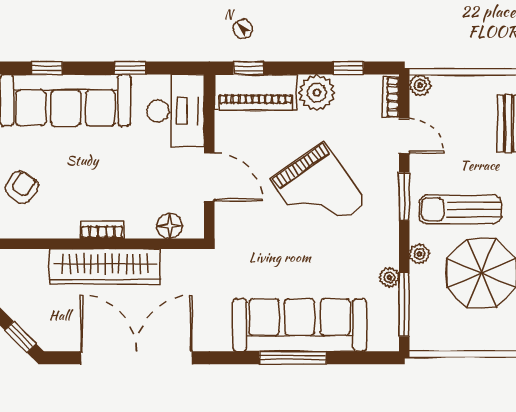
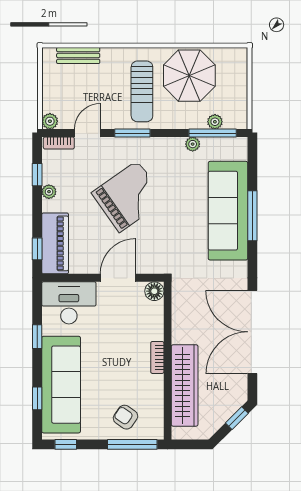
plant: (317, 92) -> (49, 192), width x0.53, depth x0.53
floor lamp: (170, 226) -> (154, 291), moved
plant: (419, 254) -> (215, 122), moved
wardrobe: (105, 267) -> (185, 385), moved

